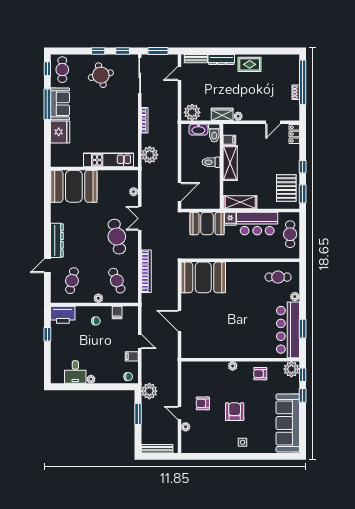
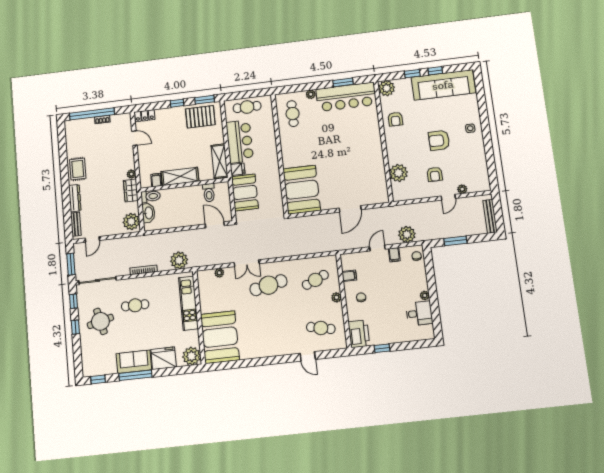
cafe table: (62, 70) -> (135, 305), moved
door: (179, 73) -> (92, 239), hinge flipped
plant: (59, 158) -> (192, 356), added
toilet: (211, 162) -> (209, 193), moved
dresser: (57, 240) -> (279, 349), removed
bookcase: (146, 271) -> (302, 250), removed
plant: (233, 366) -> (399, 173), moved, width x1.87, depth x1.87
window: (303, 375) -> (435, 71), moved
plant: (149, 391) -> (407, 234), moved

